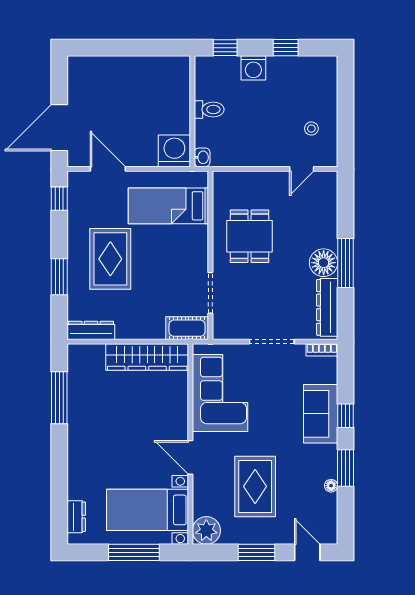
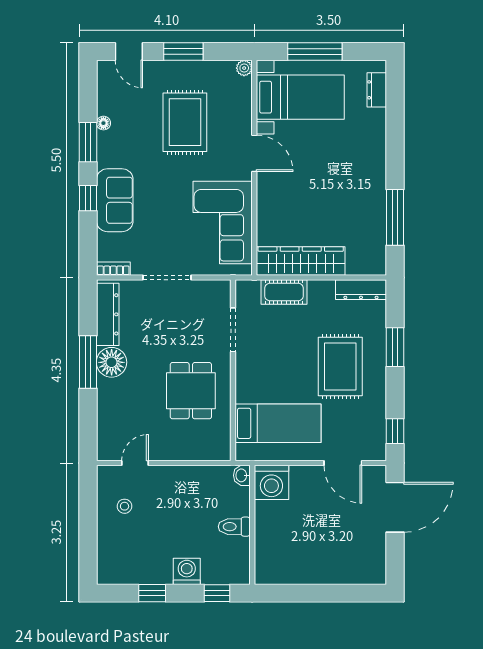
cot: (187, 328) -> (284, 292), moved
plant: (206, 531) -> (244, 68), width x0.53, depth x0.53

